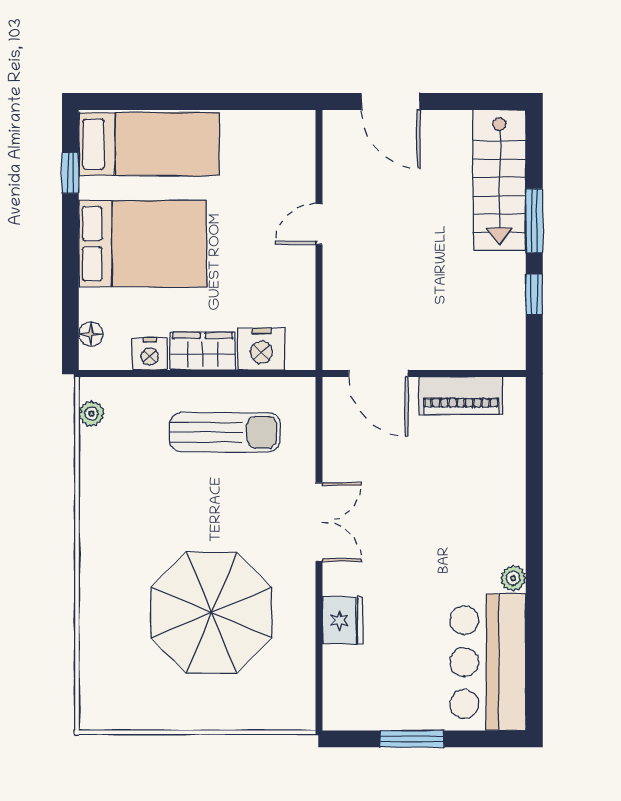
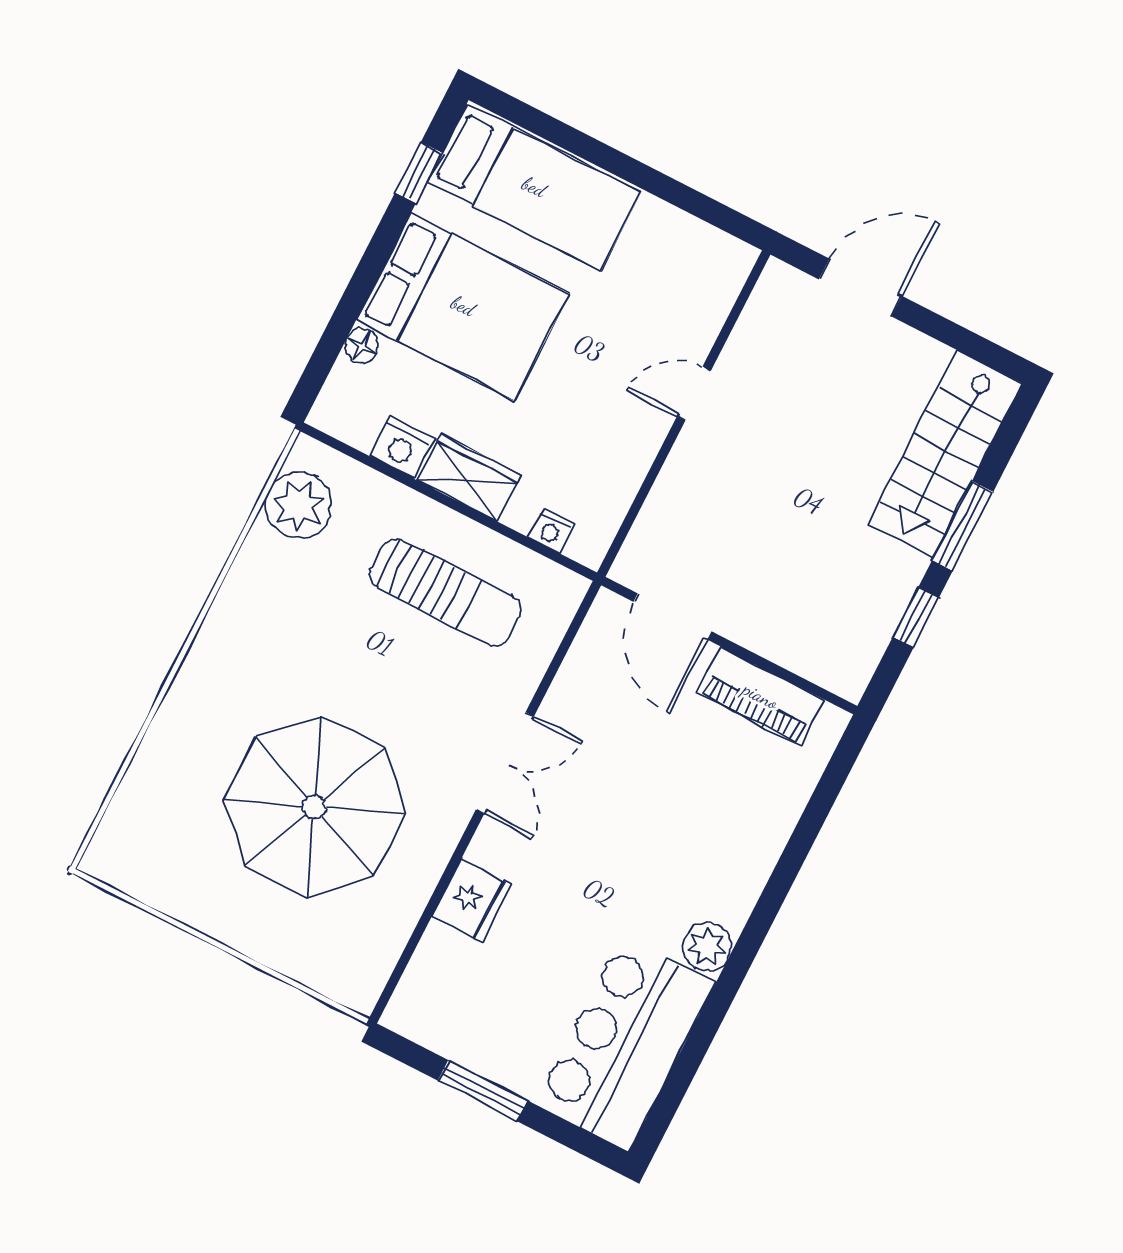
door: (391, 102) -> (860, 288), swing flipped
floor lamp: (91, 334) -> (362, 346), moved
nightstand: (261, 349) -> (551, 531), width x0.53, depth x0.56
plant: (91, 414) -> (299, 505), width x1.88, depth x1.88
plant: (513, 578) -> (707, 947), width x1.38, depth x1.38

